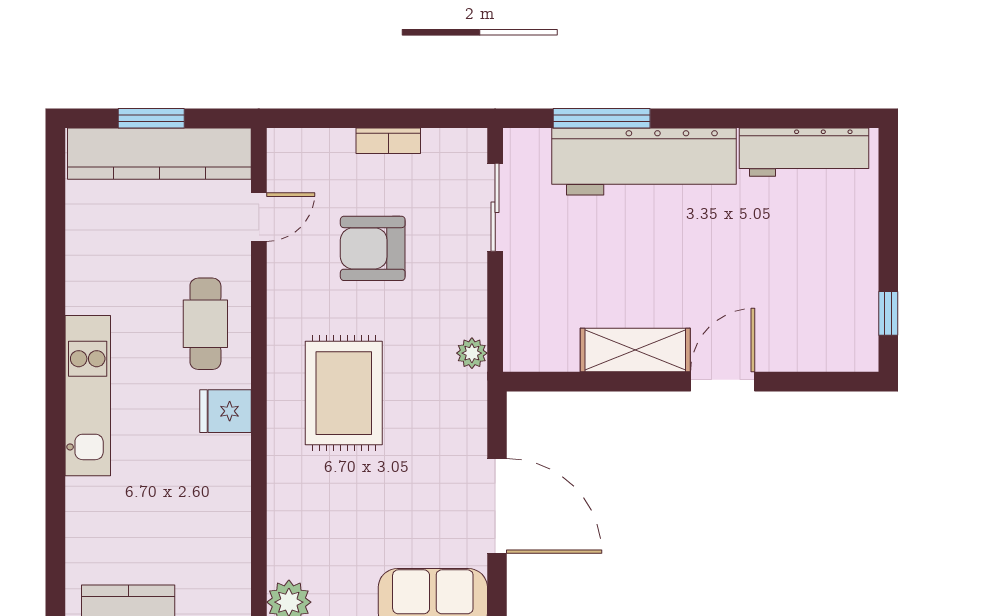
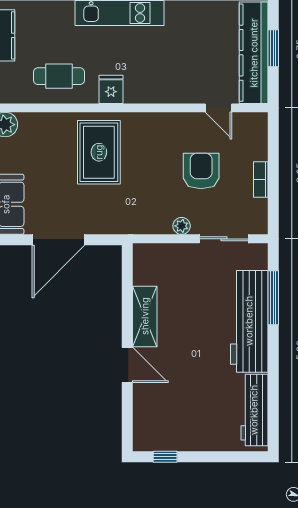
cafe table: (205, 324) -> (59, 76), moved
plant: (472, 353) -> (182, 226), moved
rug: (344, 393) -> (99, 152), moved, turned 90

